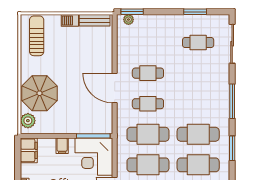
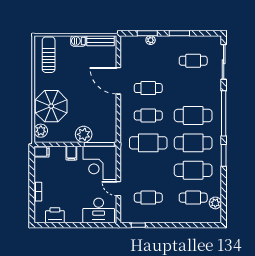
window: (132, 12) -> (147, 33), moved
window: (195, 12) -> (179, 33), moved
plant: (128, 20) -> (151, 40), moved
door: (115, 88) -> (118, 81), moved
window: (232, 101) -> (224, 113), width x1.46
plant: (76, 125) -> (84, 134), added
filing cabinet: (29, 150) -> (42, 152), width x0.50
cafe table: (148, 165) -> (193, 115), moved

